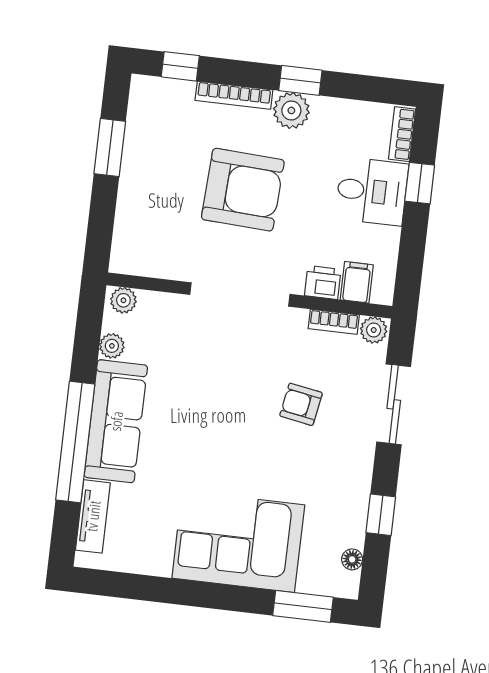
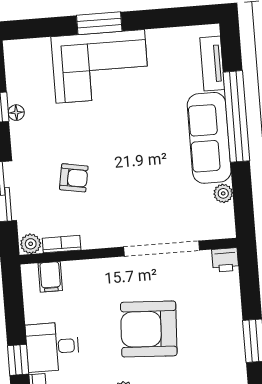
printer: (323, 282) -> (225, 260), moved
doorway: (240, 294) -> (162, 249), moved
plant: (123, 300) -> (221, 229), removed
floor lamp: (352, 559) -> (16, 113), moved
window: (303, 606) -> (99, 23), moved

